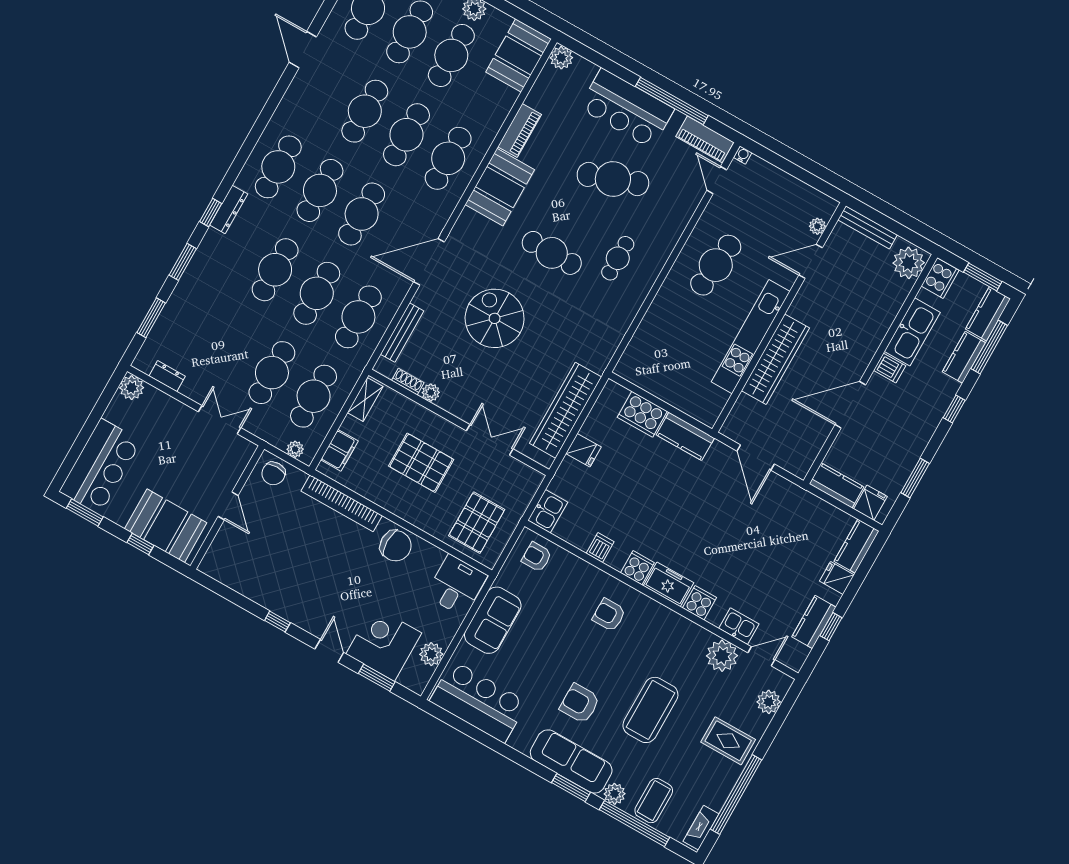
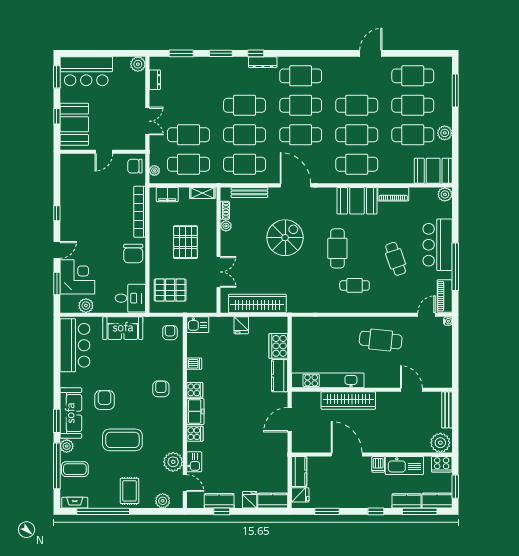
cafe table: (613, 179) -> (396, 259), width x0.73, depth x0.74
plant: (817, 226) -> (432, 383), removed
kitchen unit: (751, 337) -> (328, 380), moved

